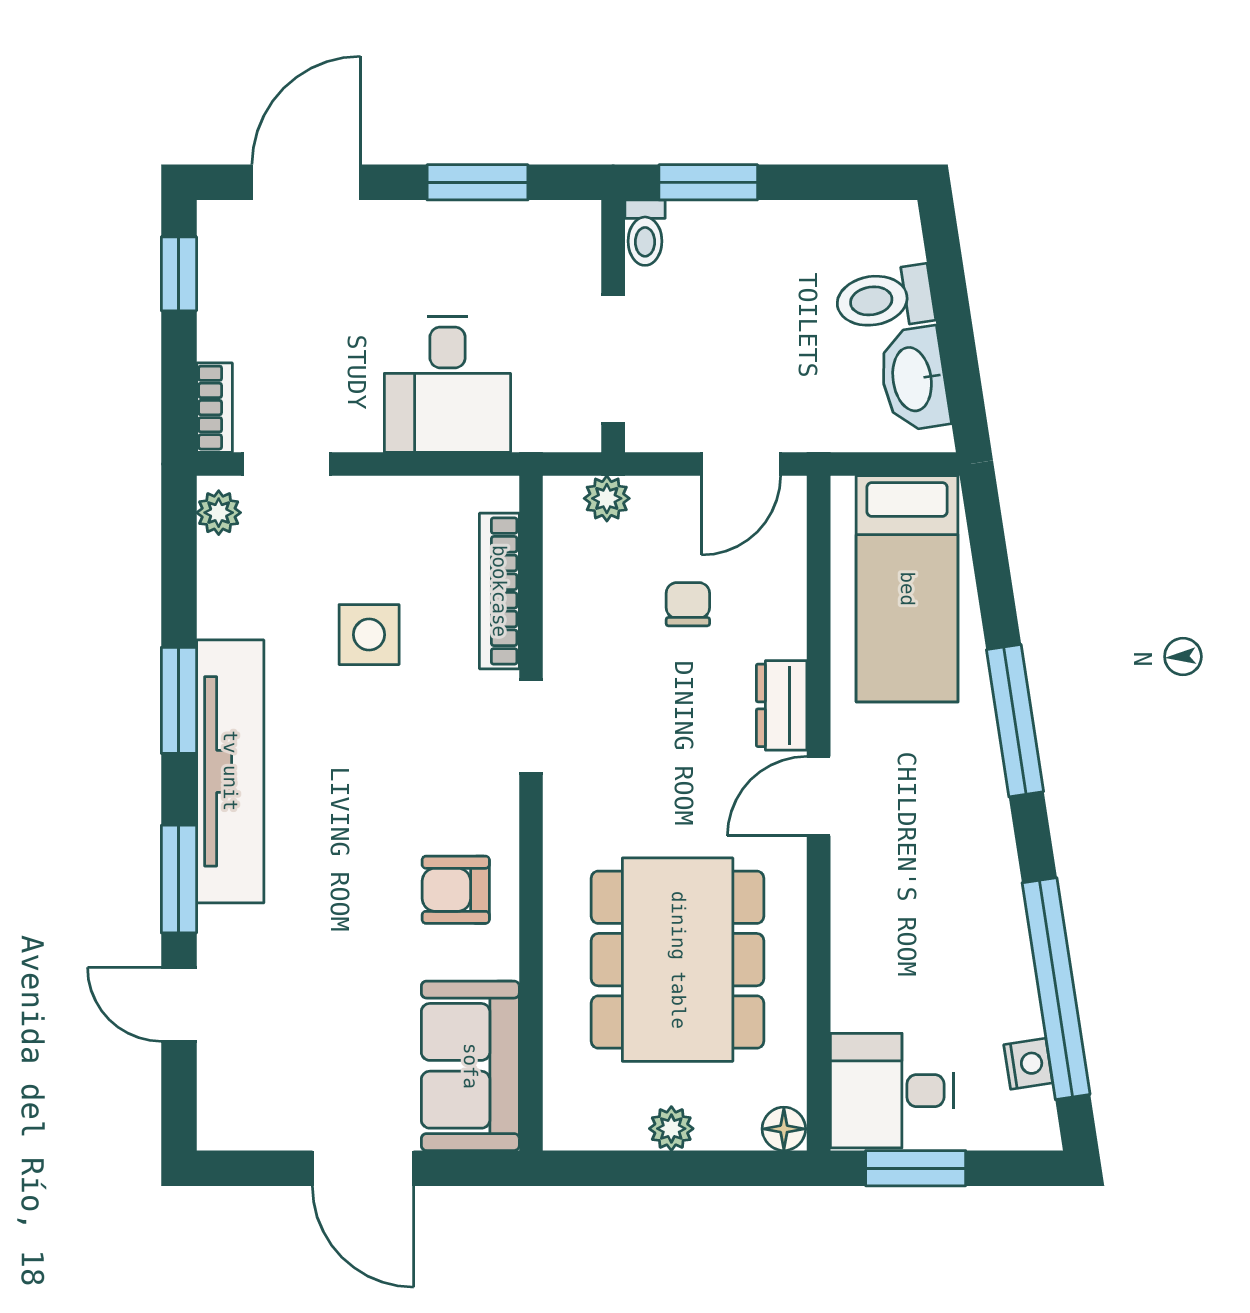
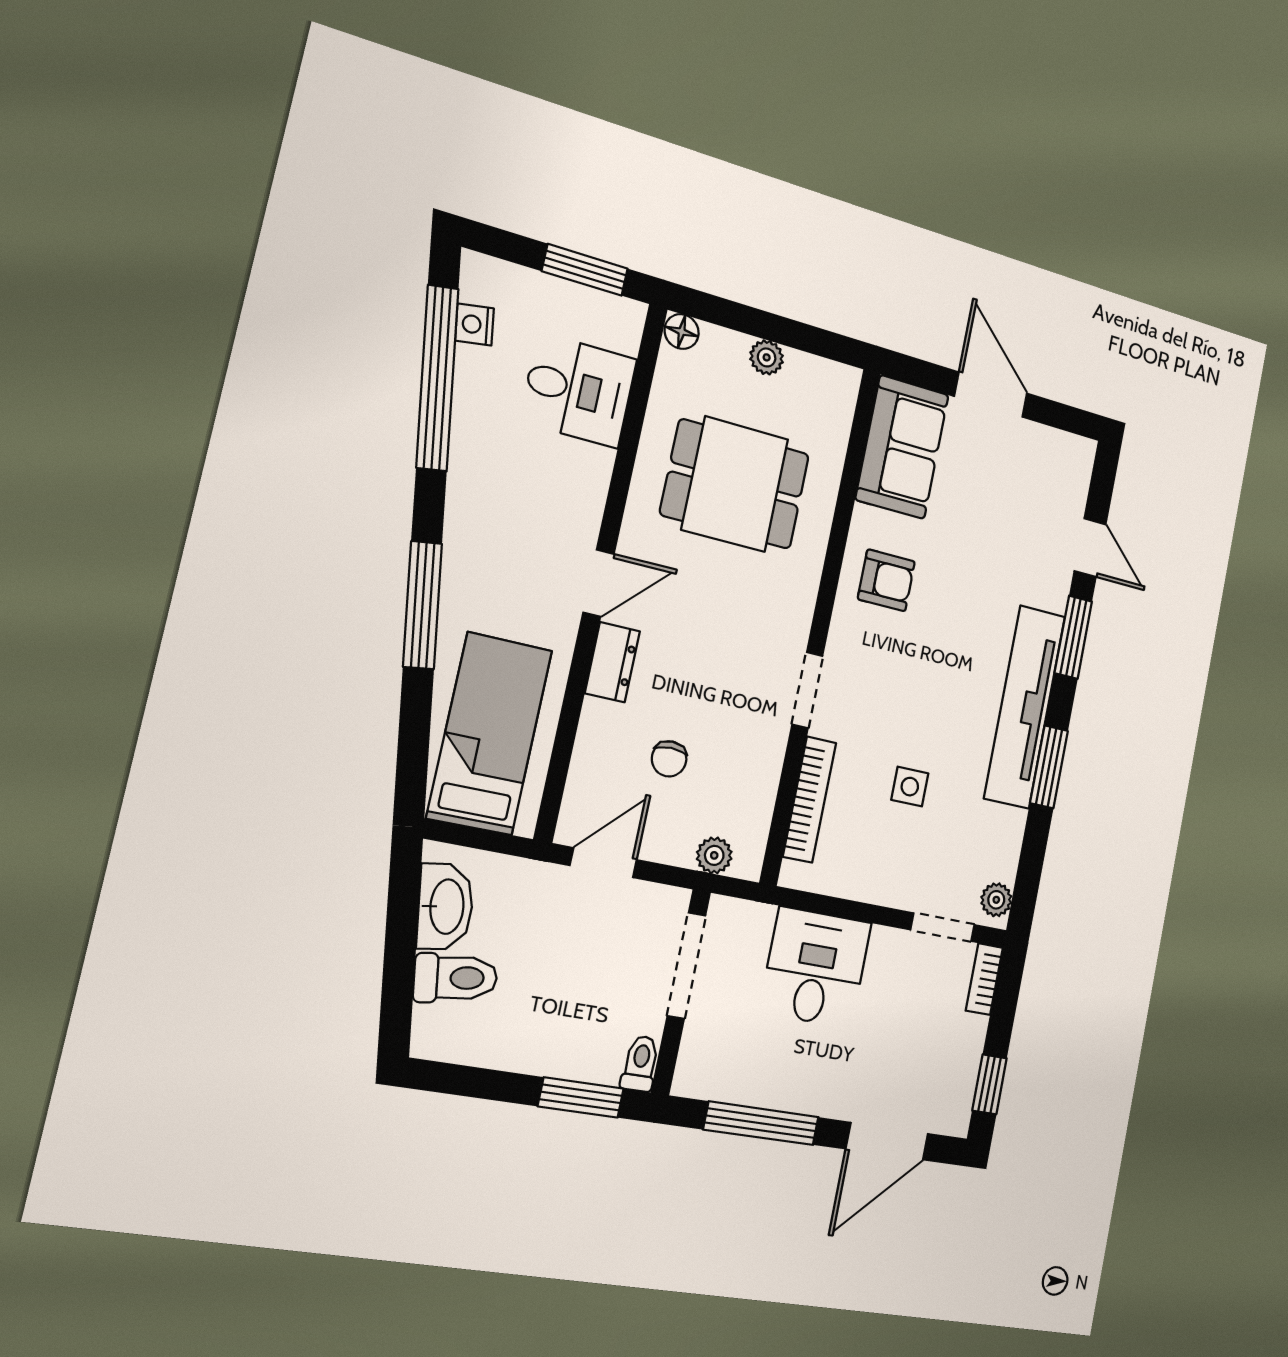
window: (478, 182) -> (761, 1123), width x1.44
side table: (369, 635) -> (910, 787), width x0.73, depth x0.73
dining table: (678, 960) -> (735, 484), width x0.73
desk: (892, 1091) -> (578, 390), moved

